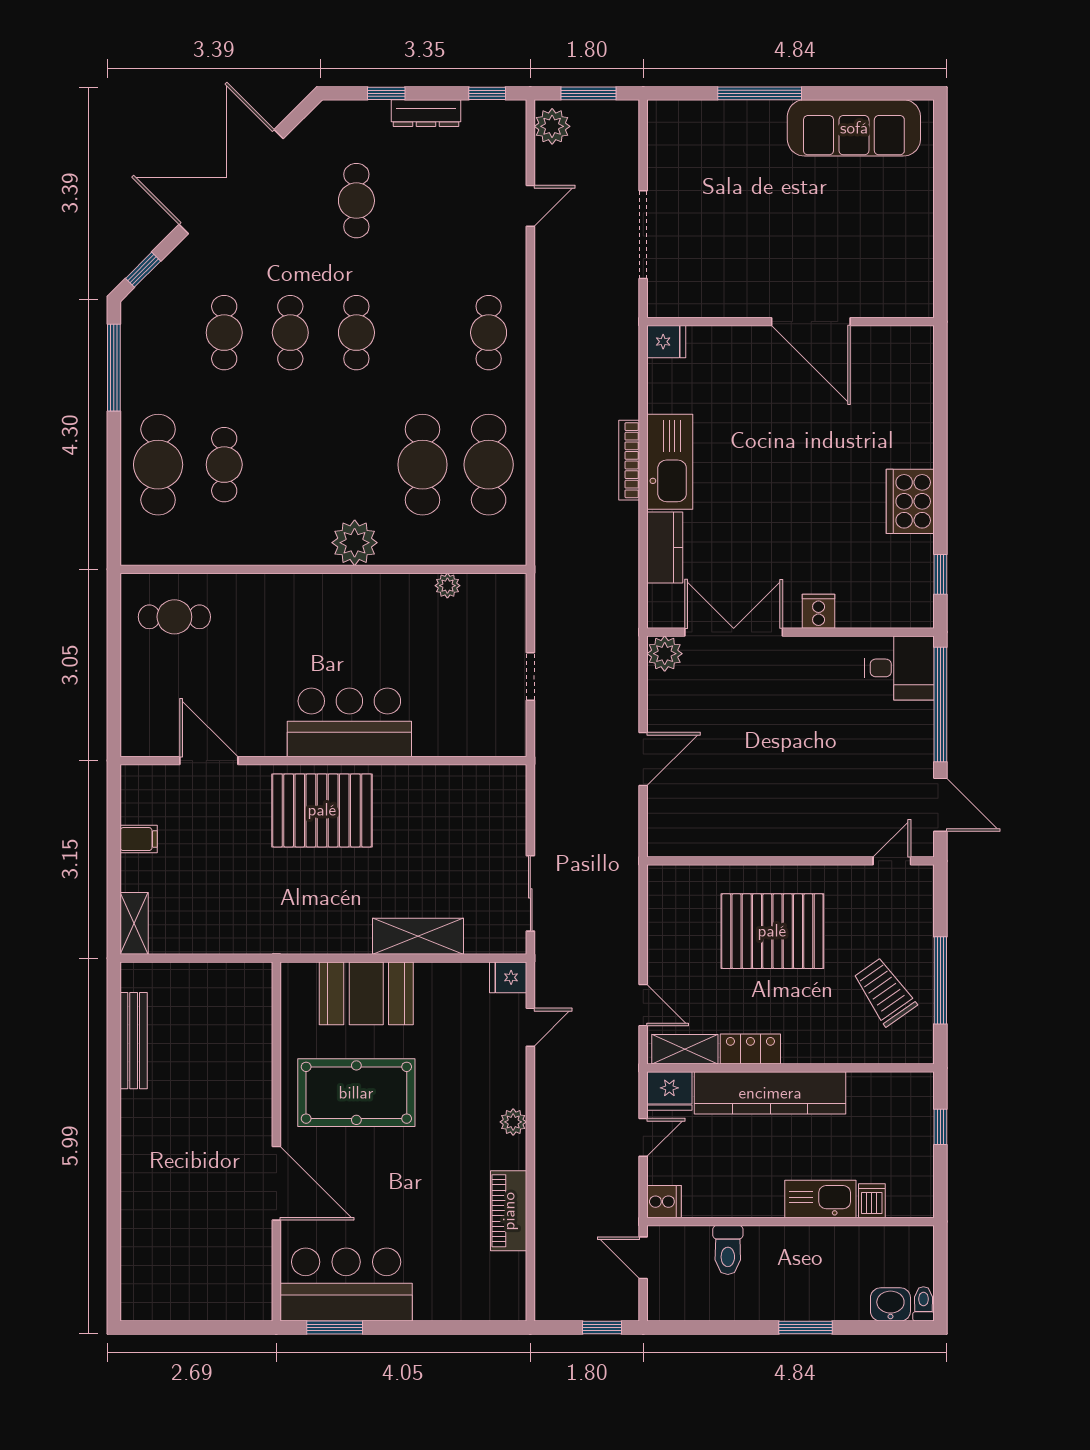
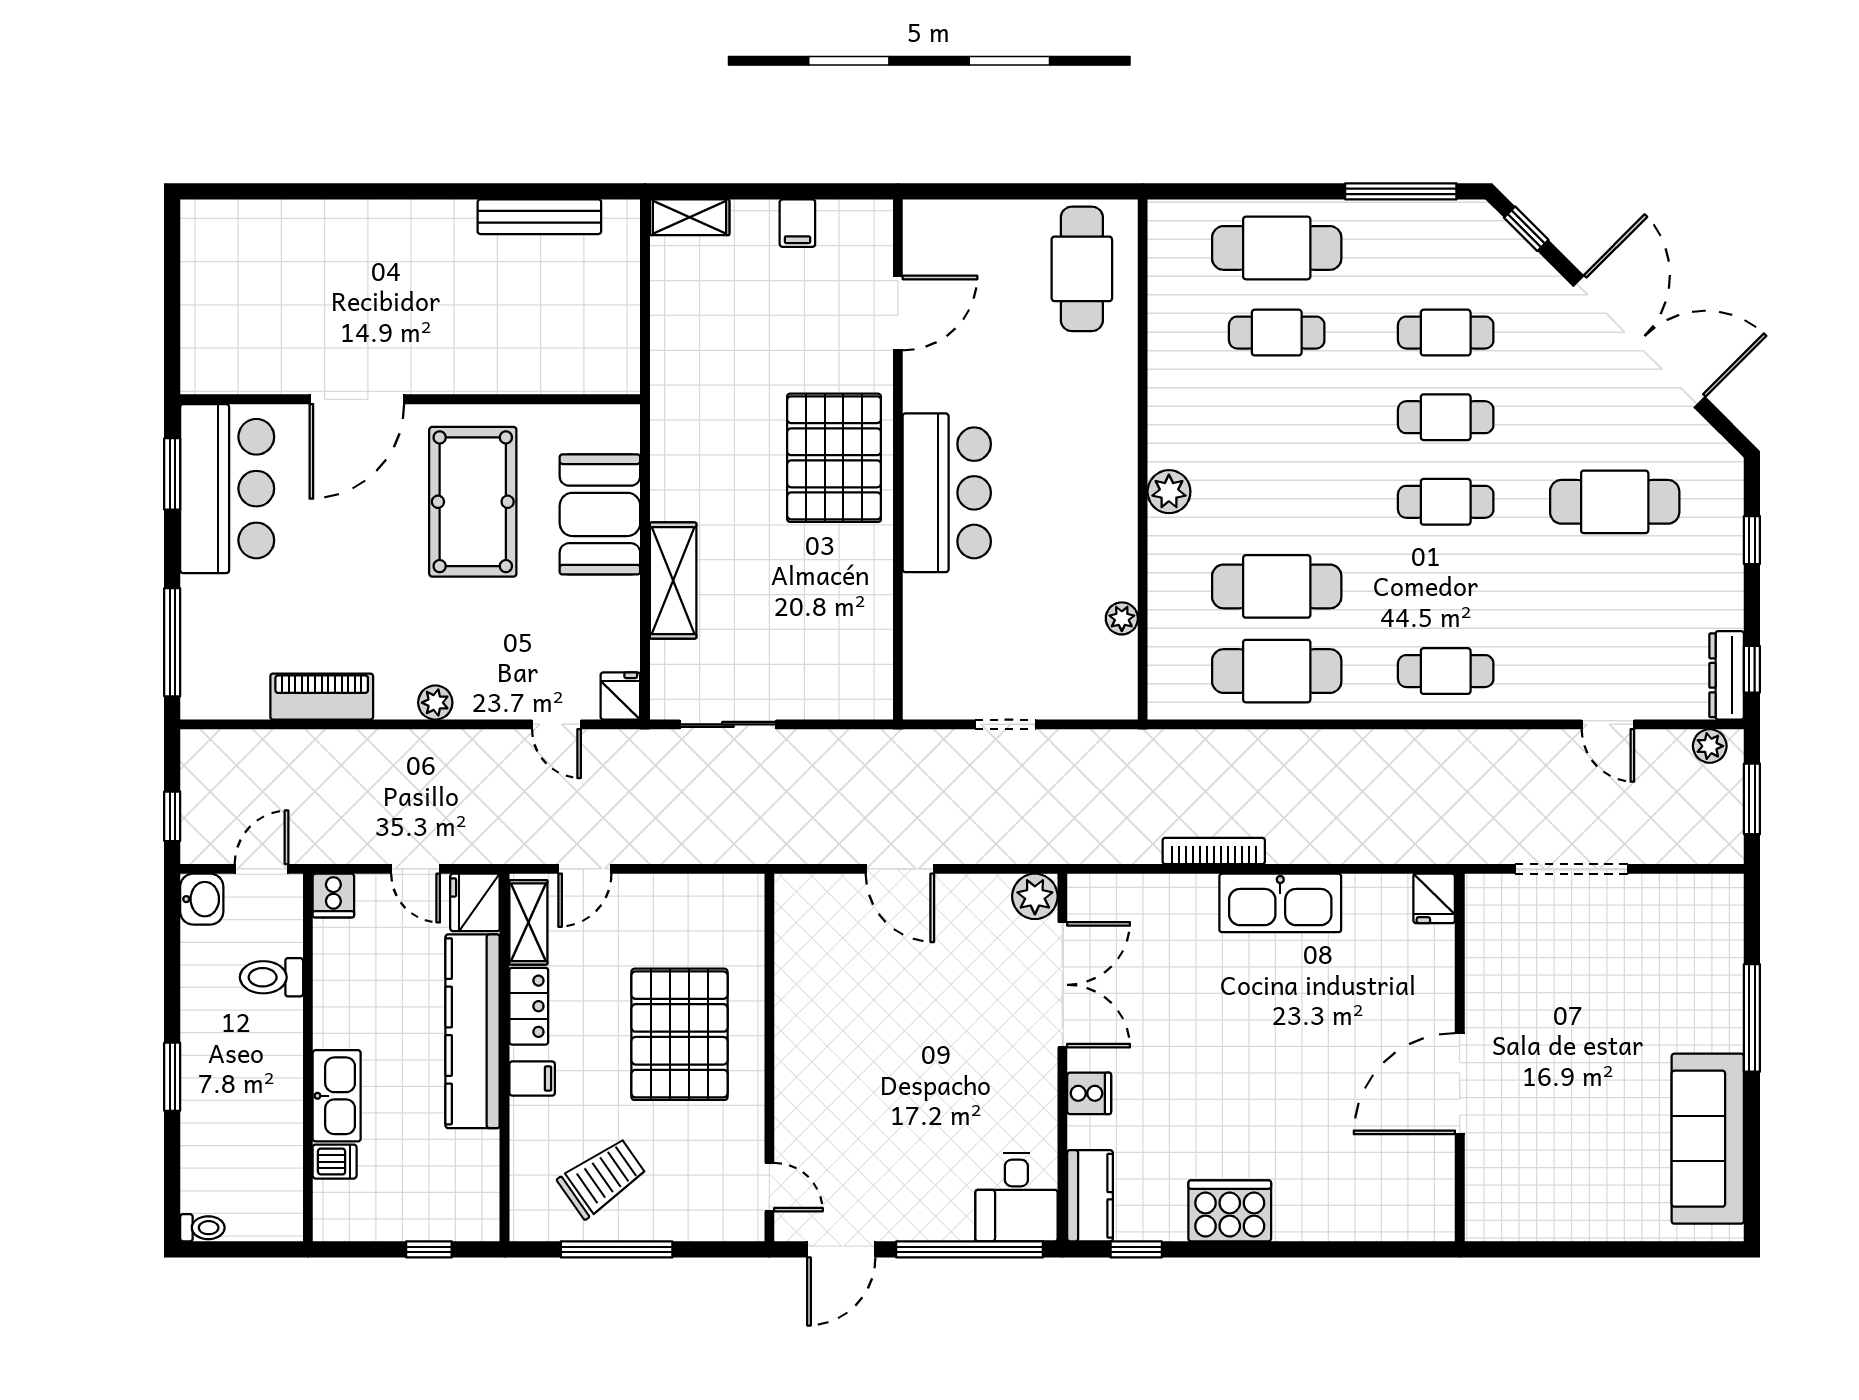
dresser: (426, 113) -> (1727, 675), moved
plant: (552, 126) -> (1710, 746), width x0.73, depth x0.73
cafe table: (356, 201) -> (1615, 502), width x1.37, depth x1.35
bookcase: (629, 460) -> (1214, 851), moved
plant: (355, 543) -> (1169, 492), width x0.73, depth x0.73
kitchen counter: (665, 548) -> (1090, 1196), moved, turned -90
cafe table: (174, 617) -> (1082, 269), width x1.37, depth x1.35
filing cabinet: (807, 1046) -> (532, 1079), added
washbasin: (890, 1304) -> (202, 899), moved
window: (466, 1328) -> (172, 642), added

